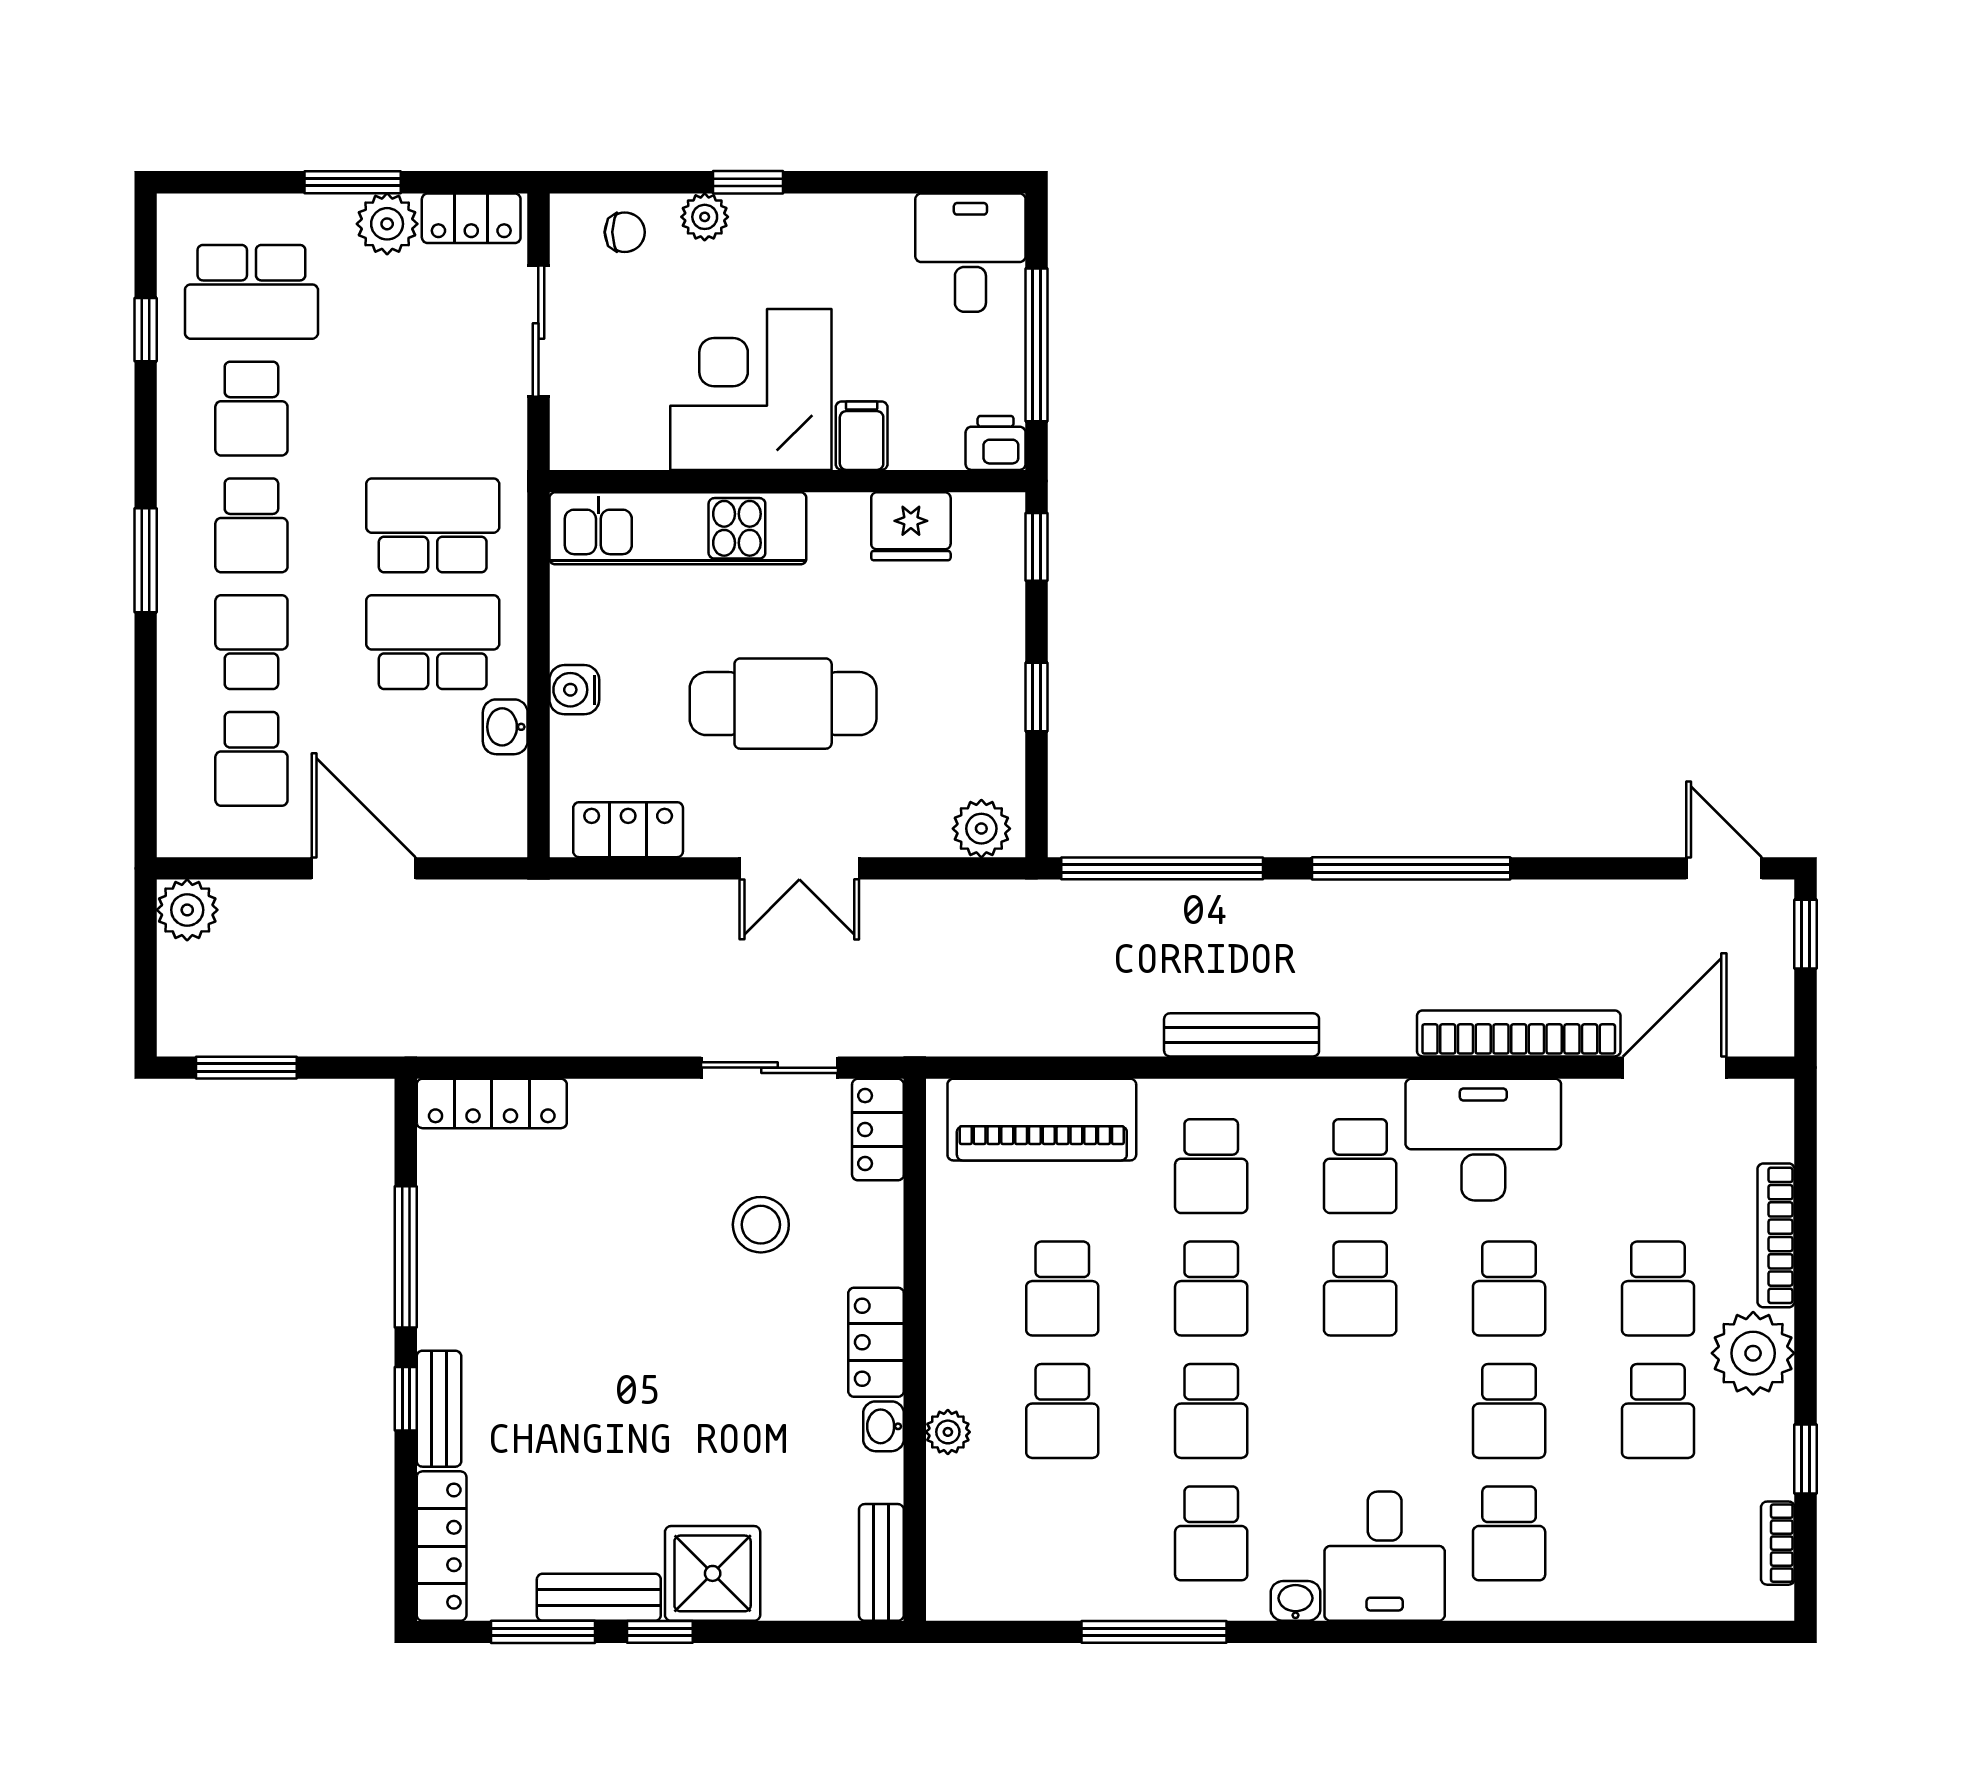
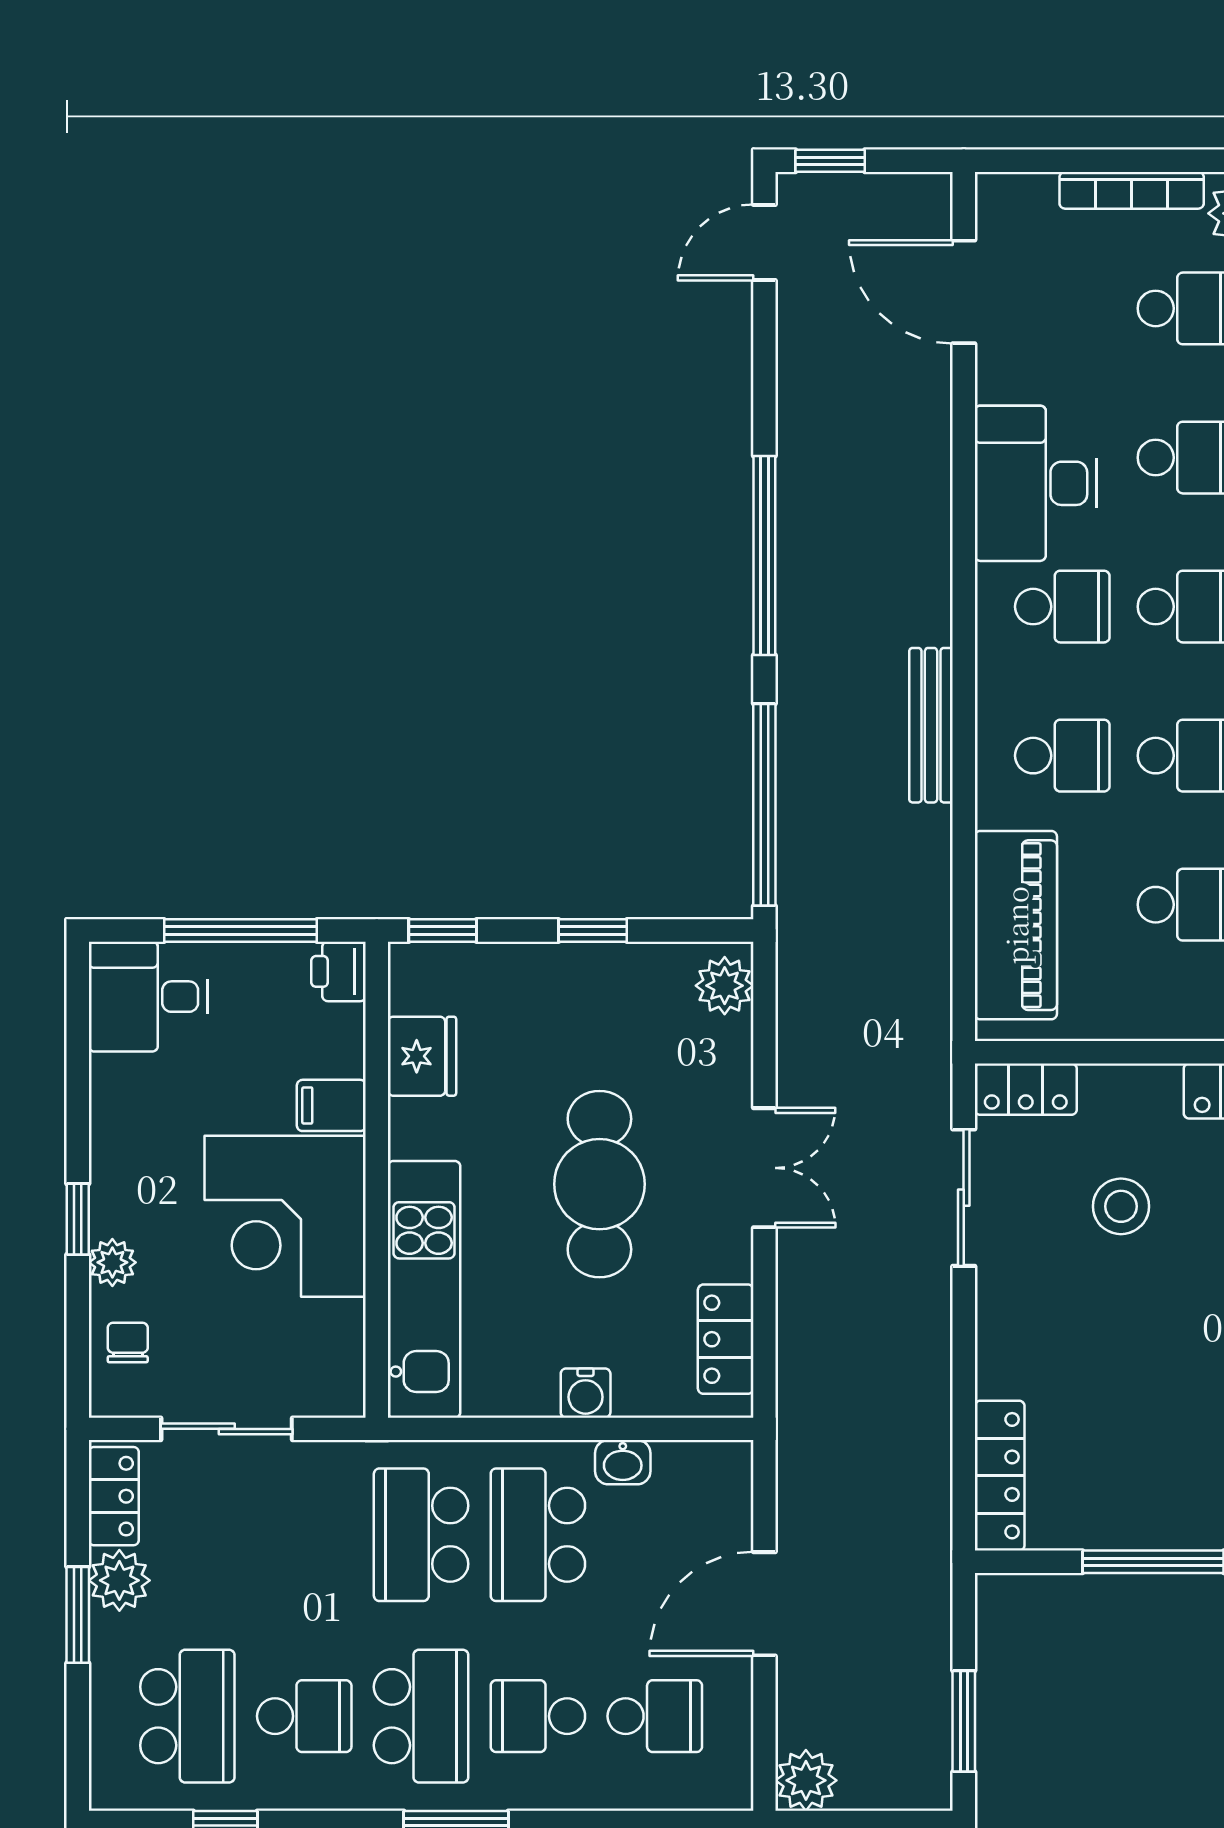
school desk: (251, 525) -> (421, 1716), width x1.85
bookcase: (1519, 1033) -> (930, 448), removed

